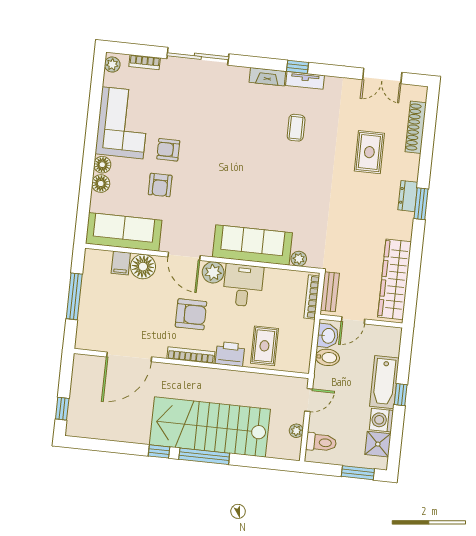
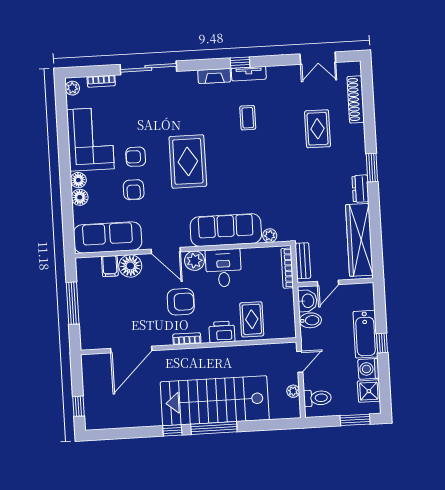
rug: (224, 164) -> (188, 161), added
dresser: (408, 196) -> (360, 189), moved
bookcase: (191, 355) -> (187, 339), width x0.64

